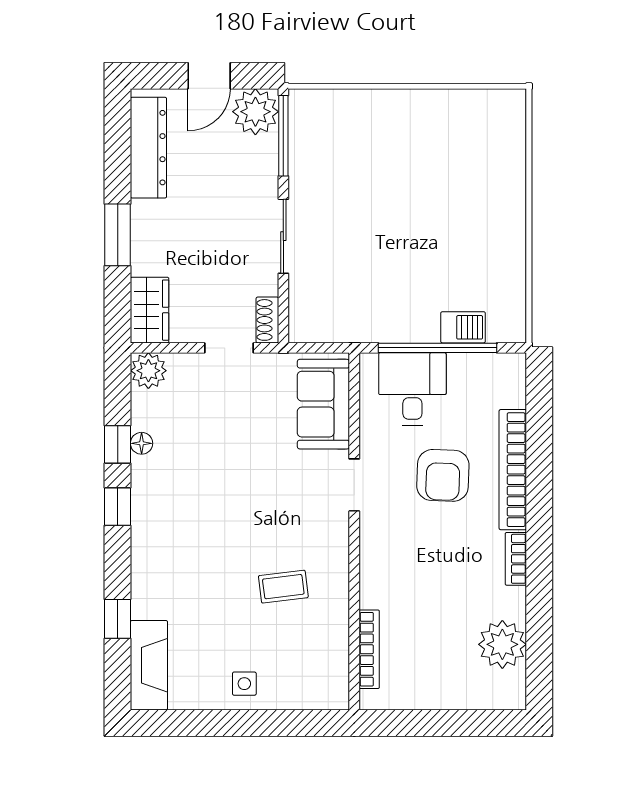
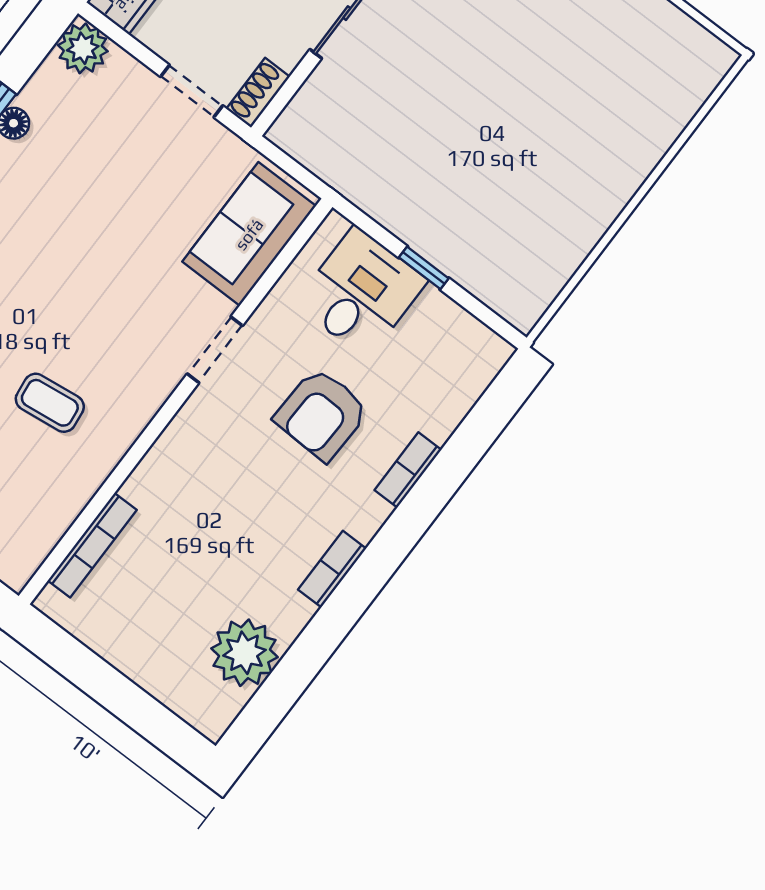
barbecue: (463, 327) -> (469, 267), removed
window: (438, 348) -> (424, 268), width x0.32
bookcase: (513, 470) -> (408, 470), width x0.43, depth x0.76

